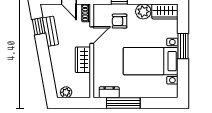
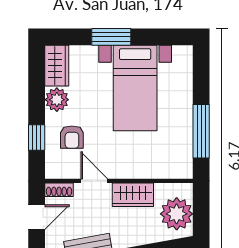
plant: (66, 92) -> (177, 214), width x1.87, depth x1.87
dresser: (109, 92) -> (184, 153), removed

